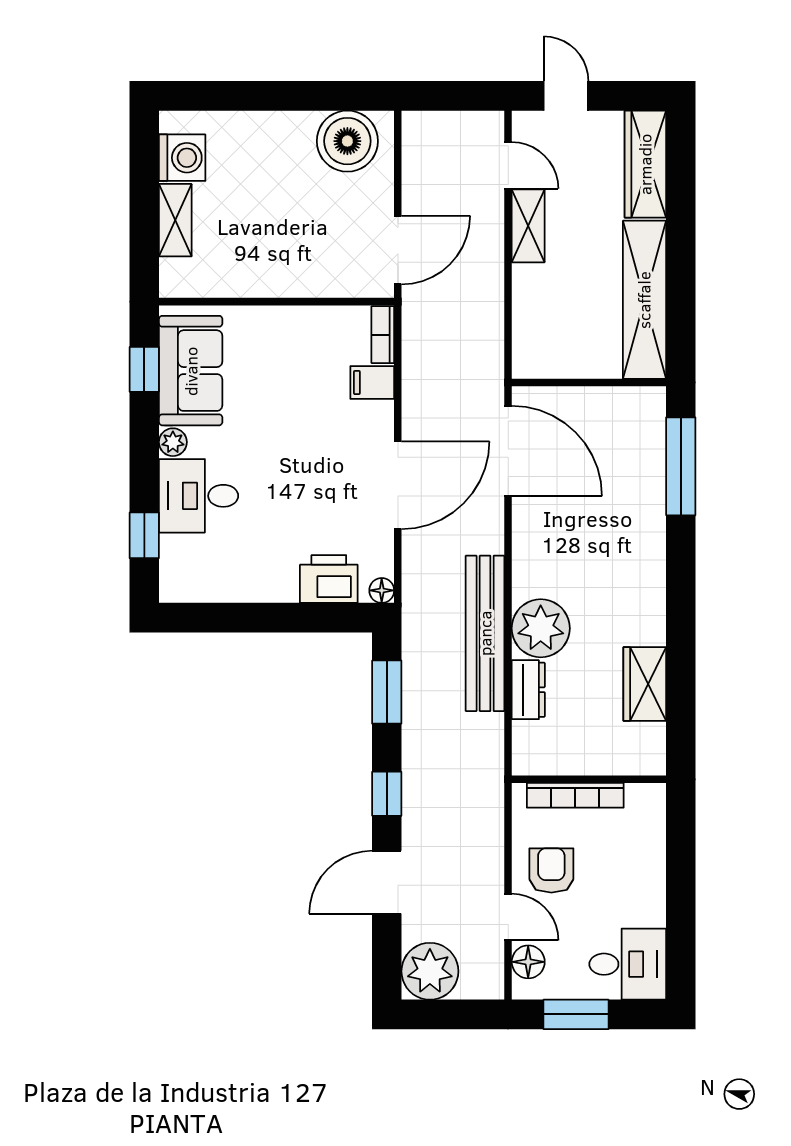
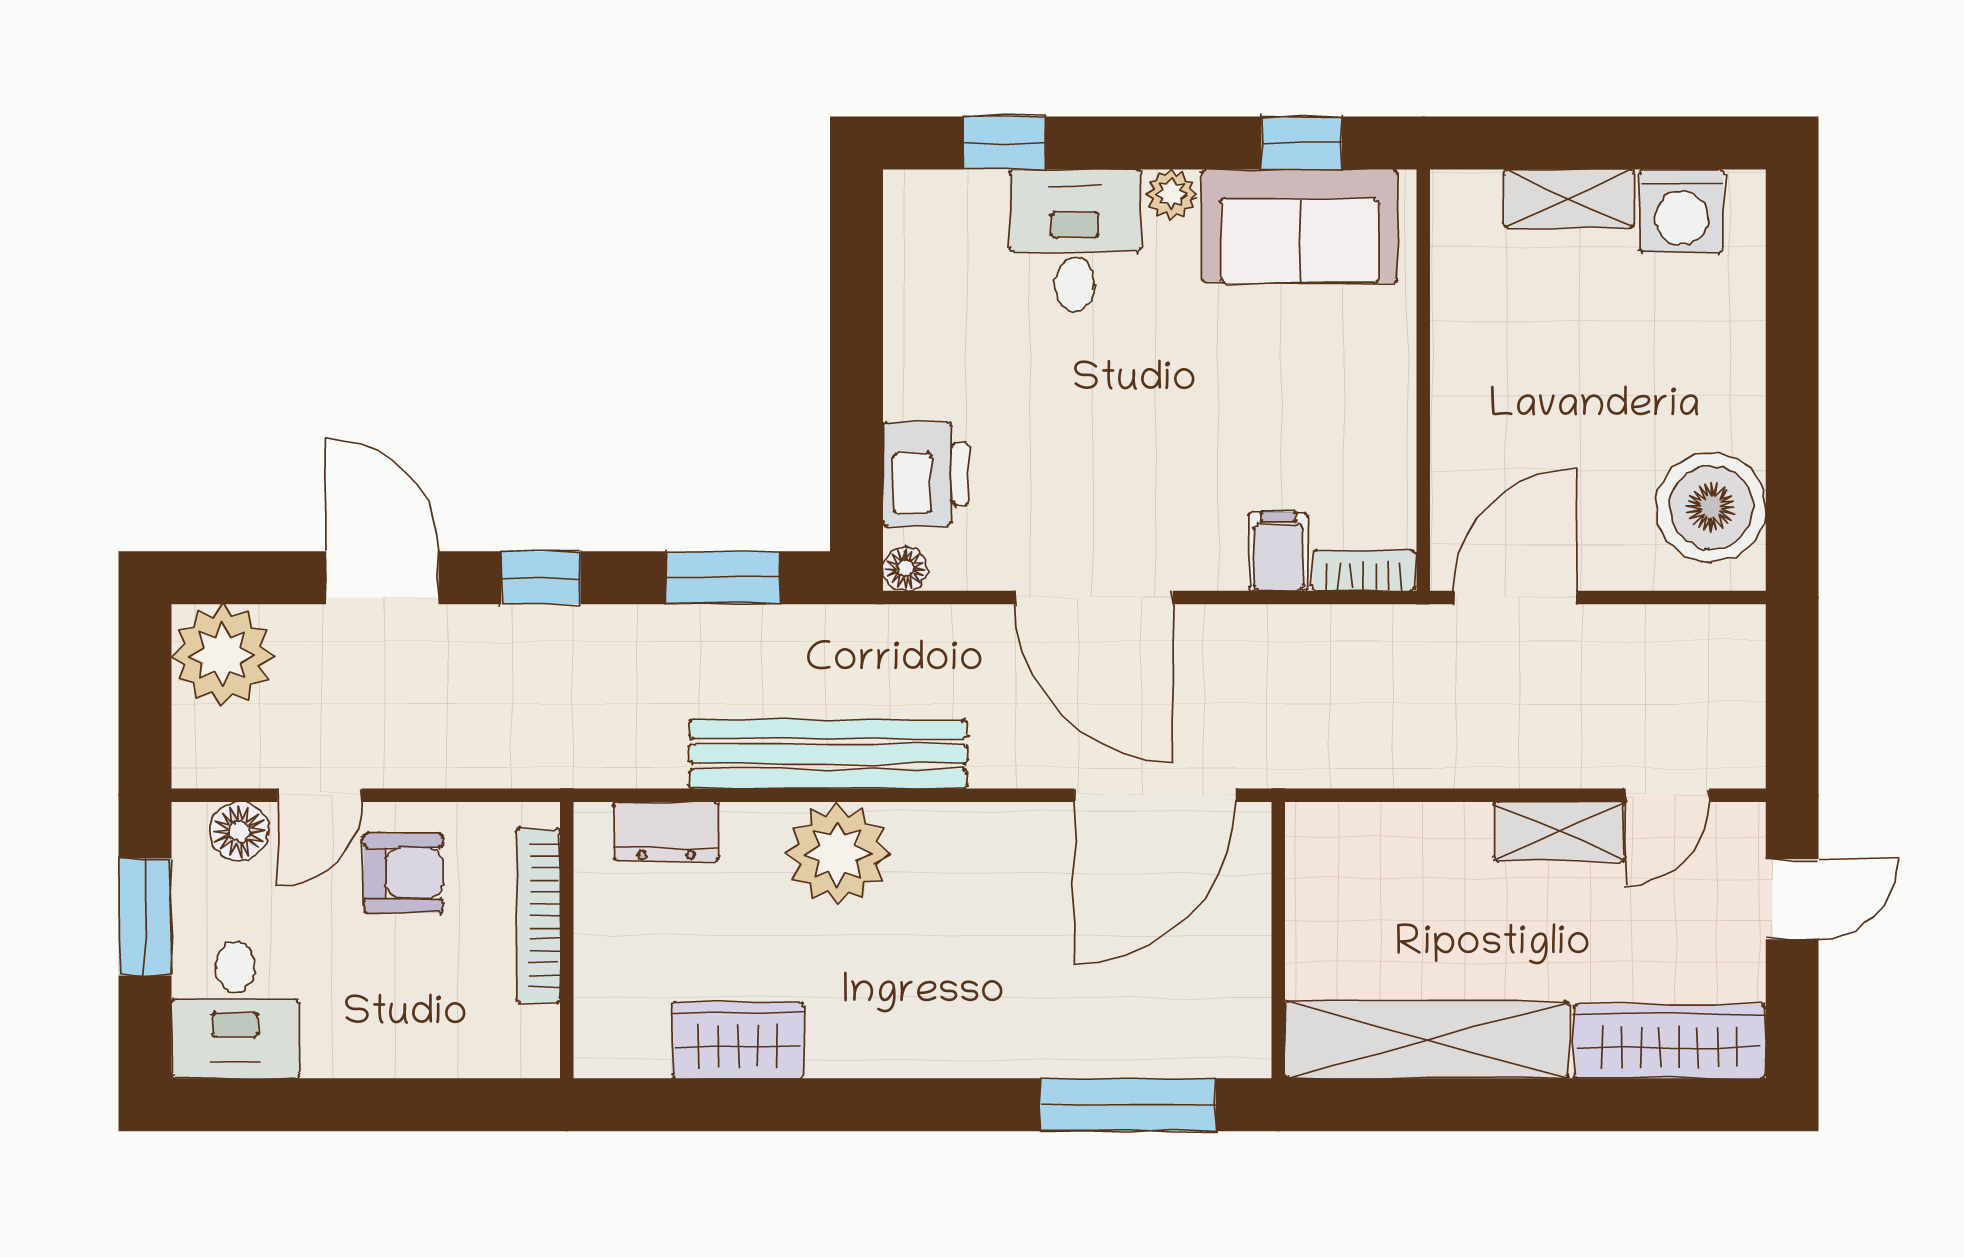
door: (398, 250) -> (1516, 598), swing flipped
dresser: (528, 690) -> (666, 832), moved

